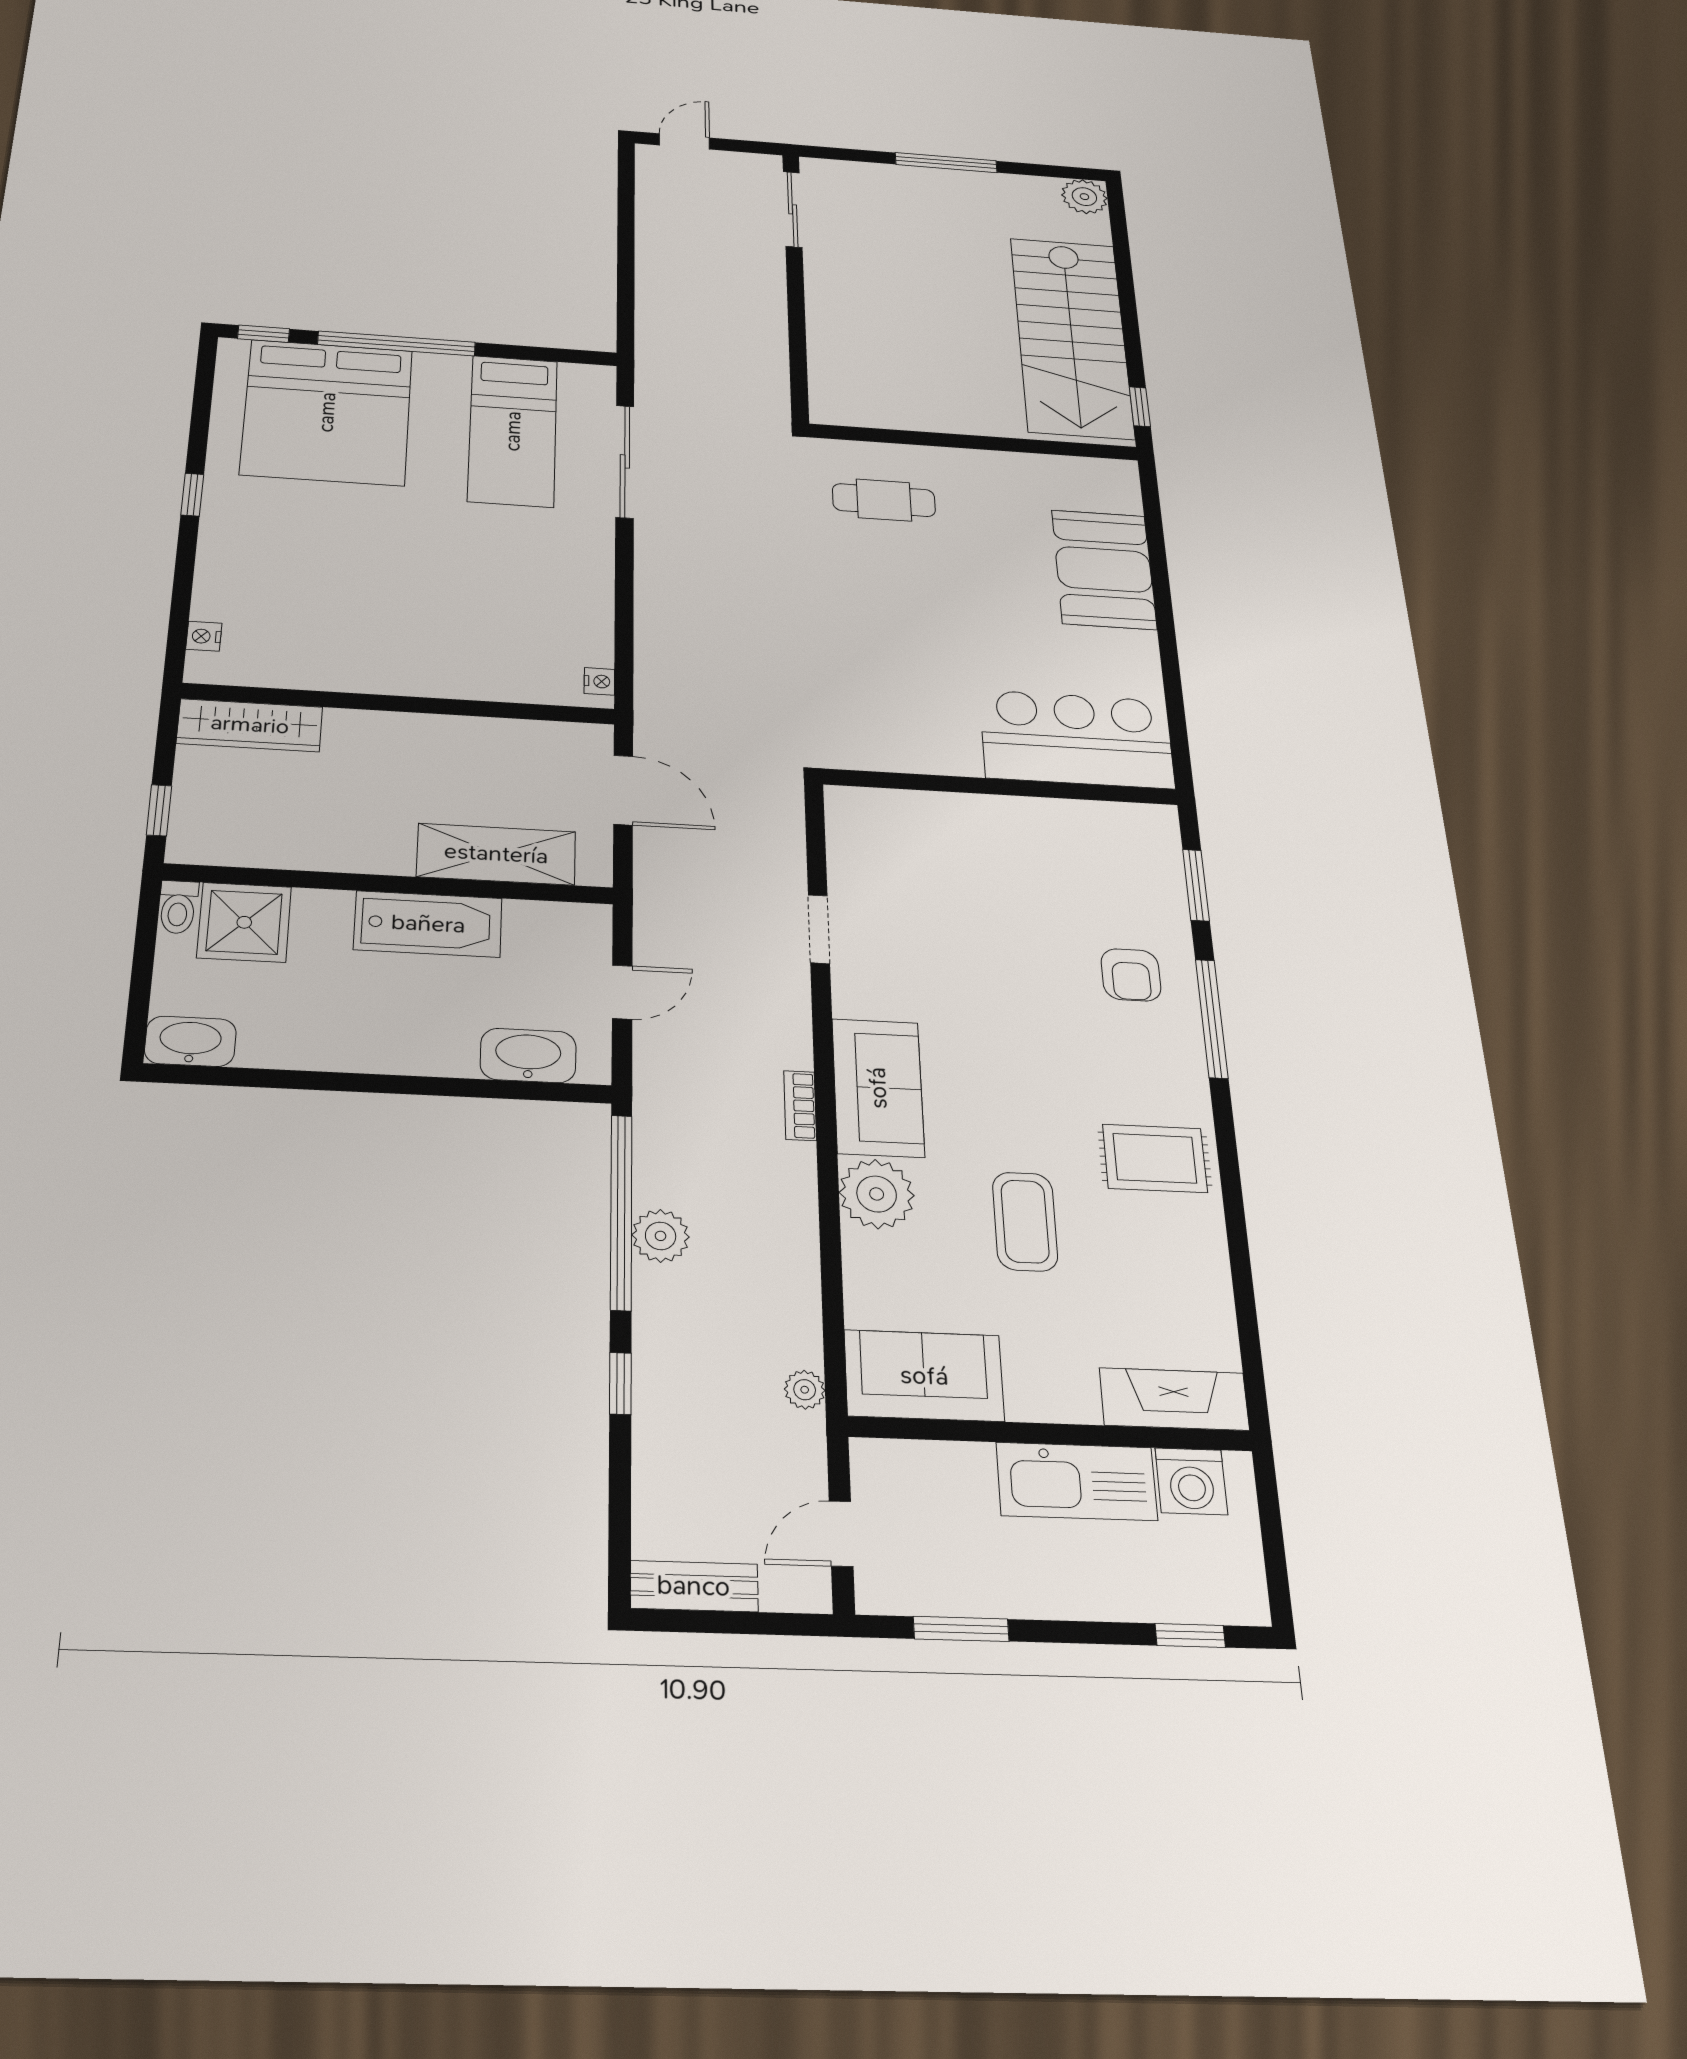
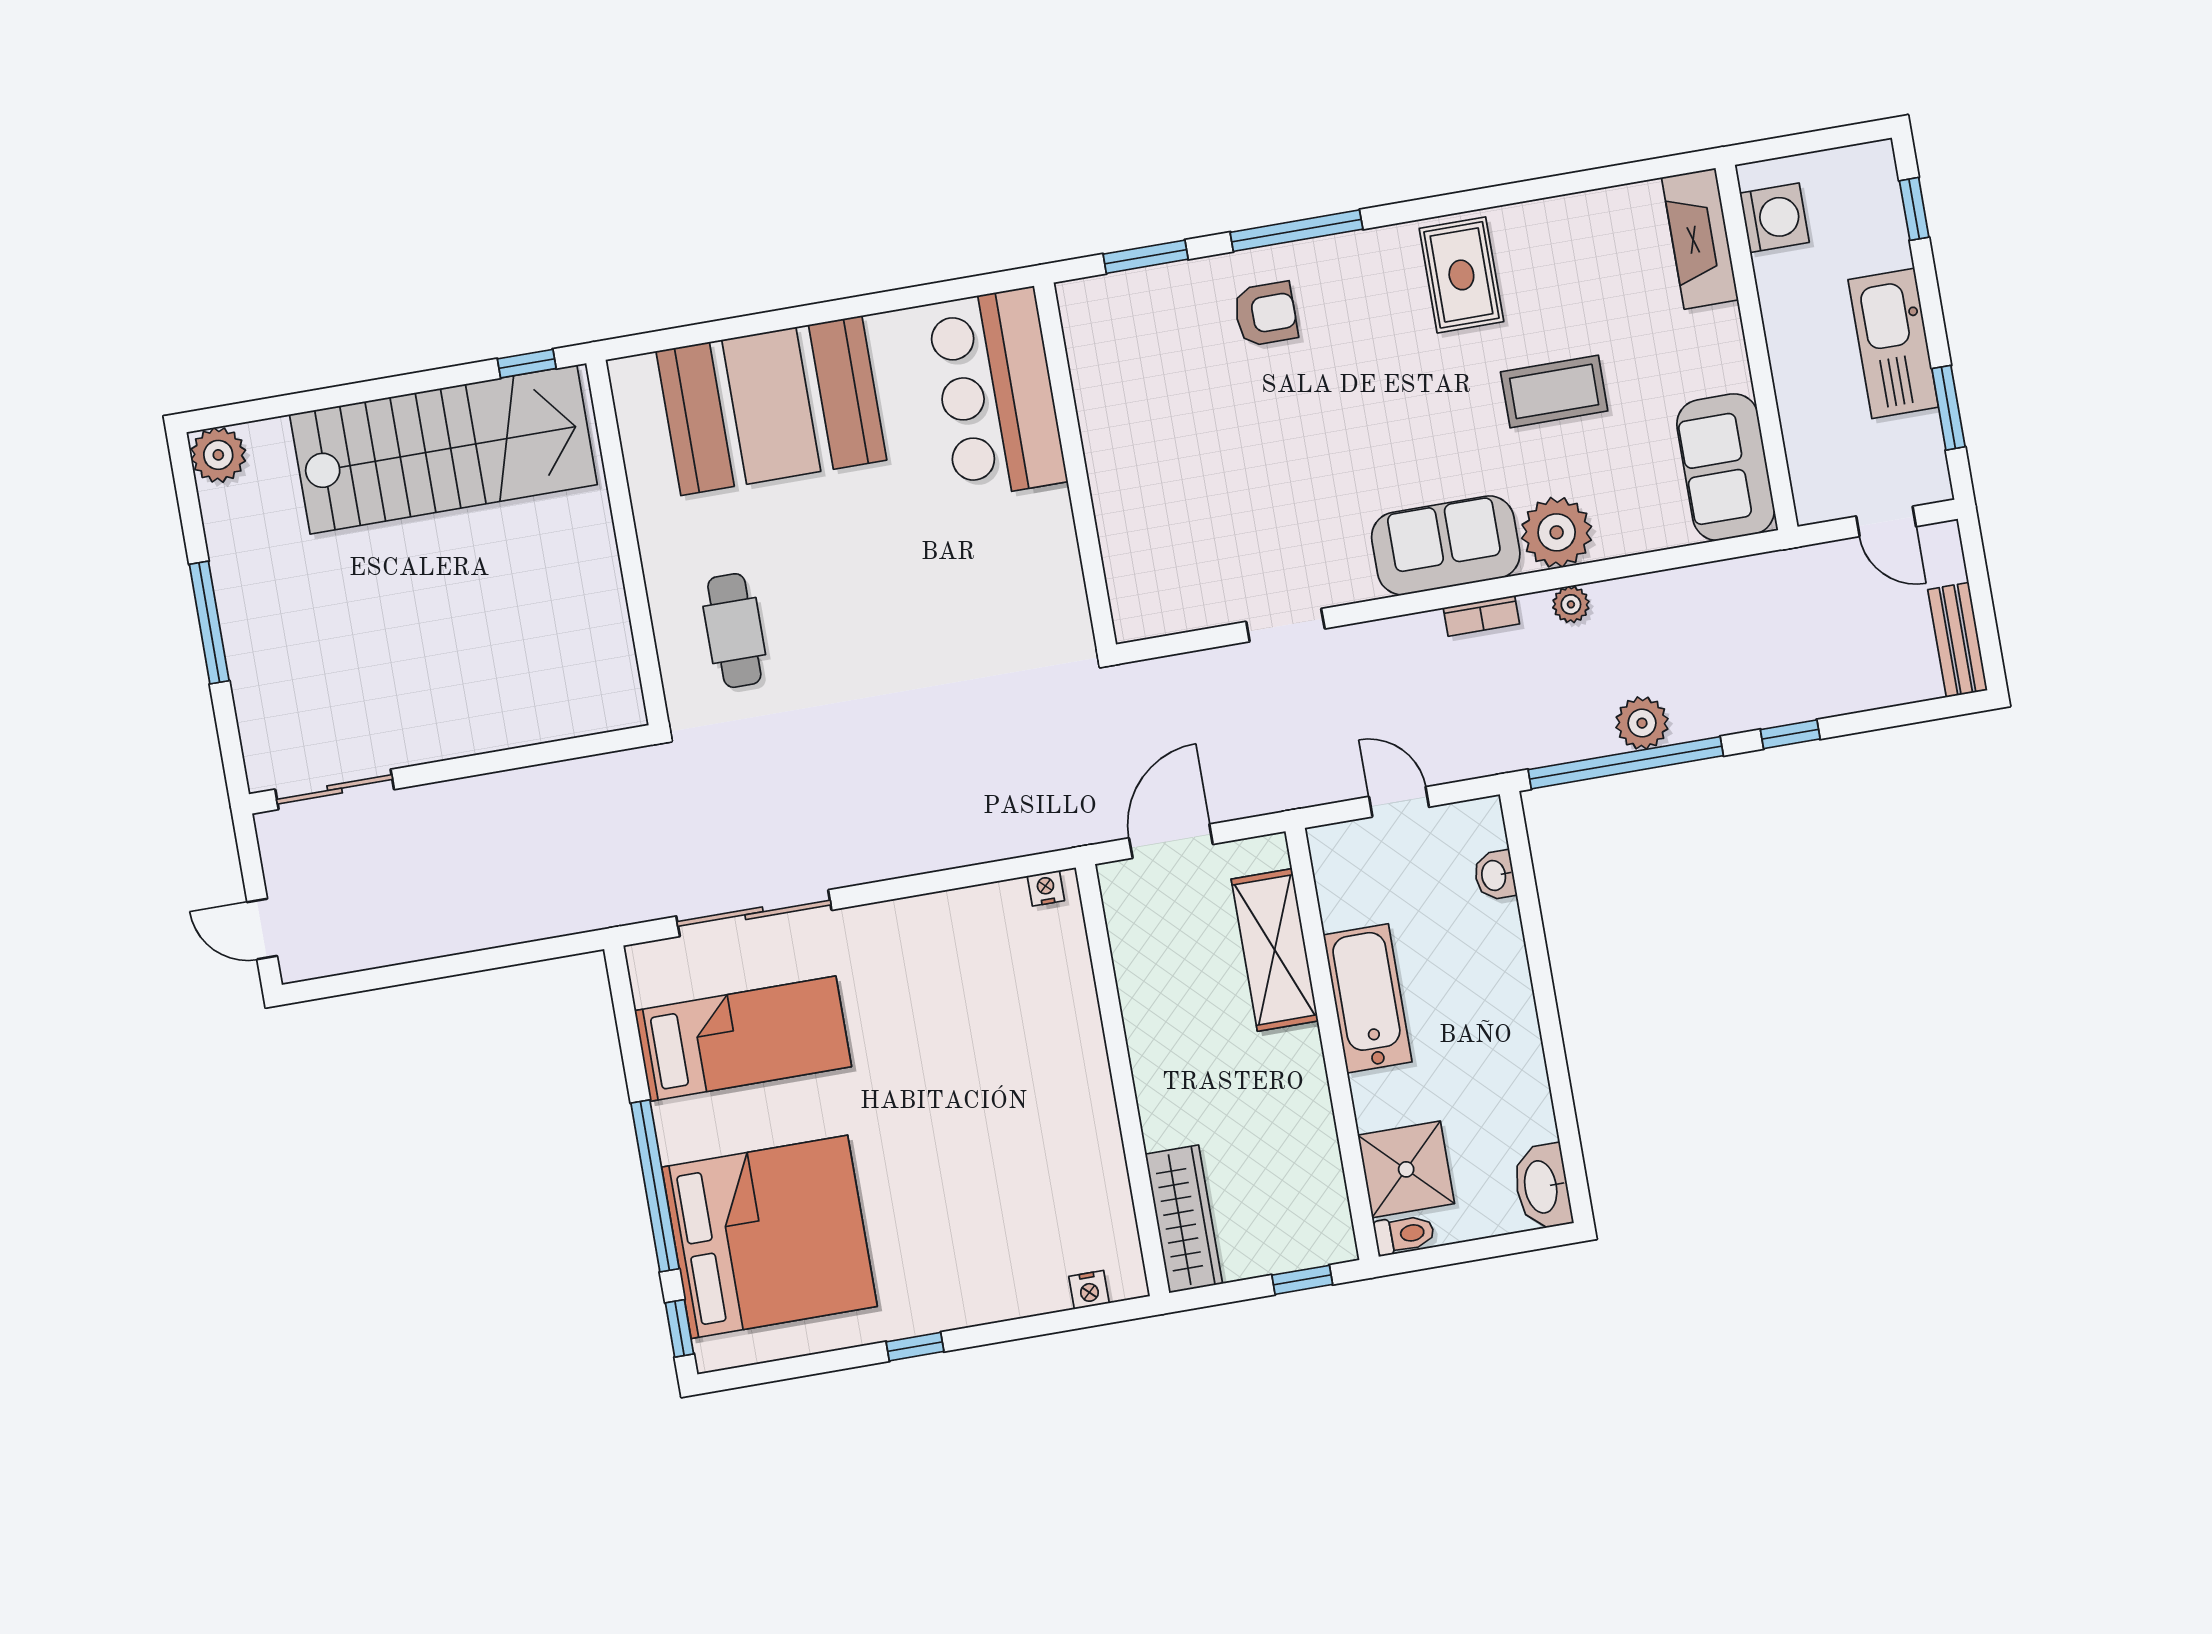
booth: (1104, 569) -> (771, 406), width x1.36, depth x1.42
washbasin: (528, 1055) -> (1495, 875), width x0.52, depth x0.69
plant: (805, 1390) -> (1571, 604), moved
kitchen sink: (1077, 1481) -> (1893, 343), moved, turned 180

